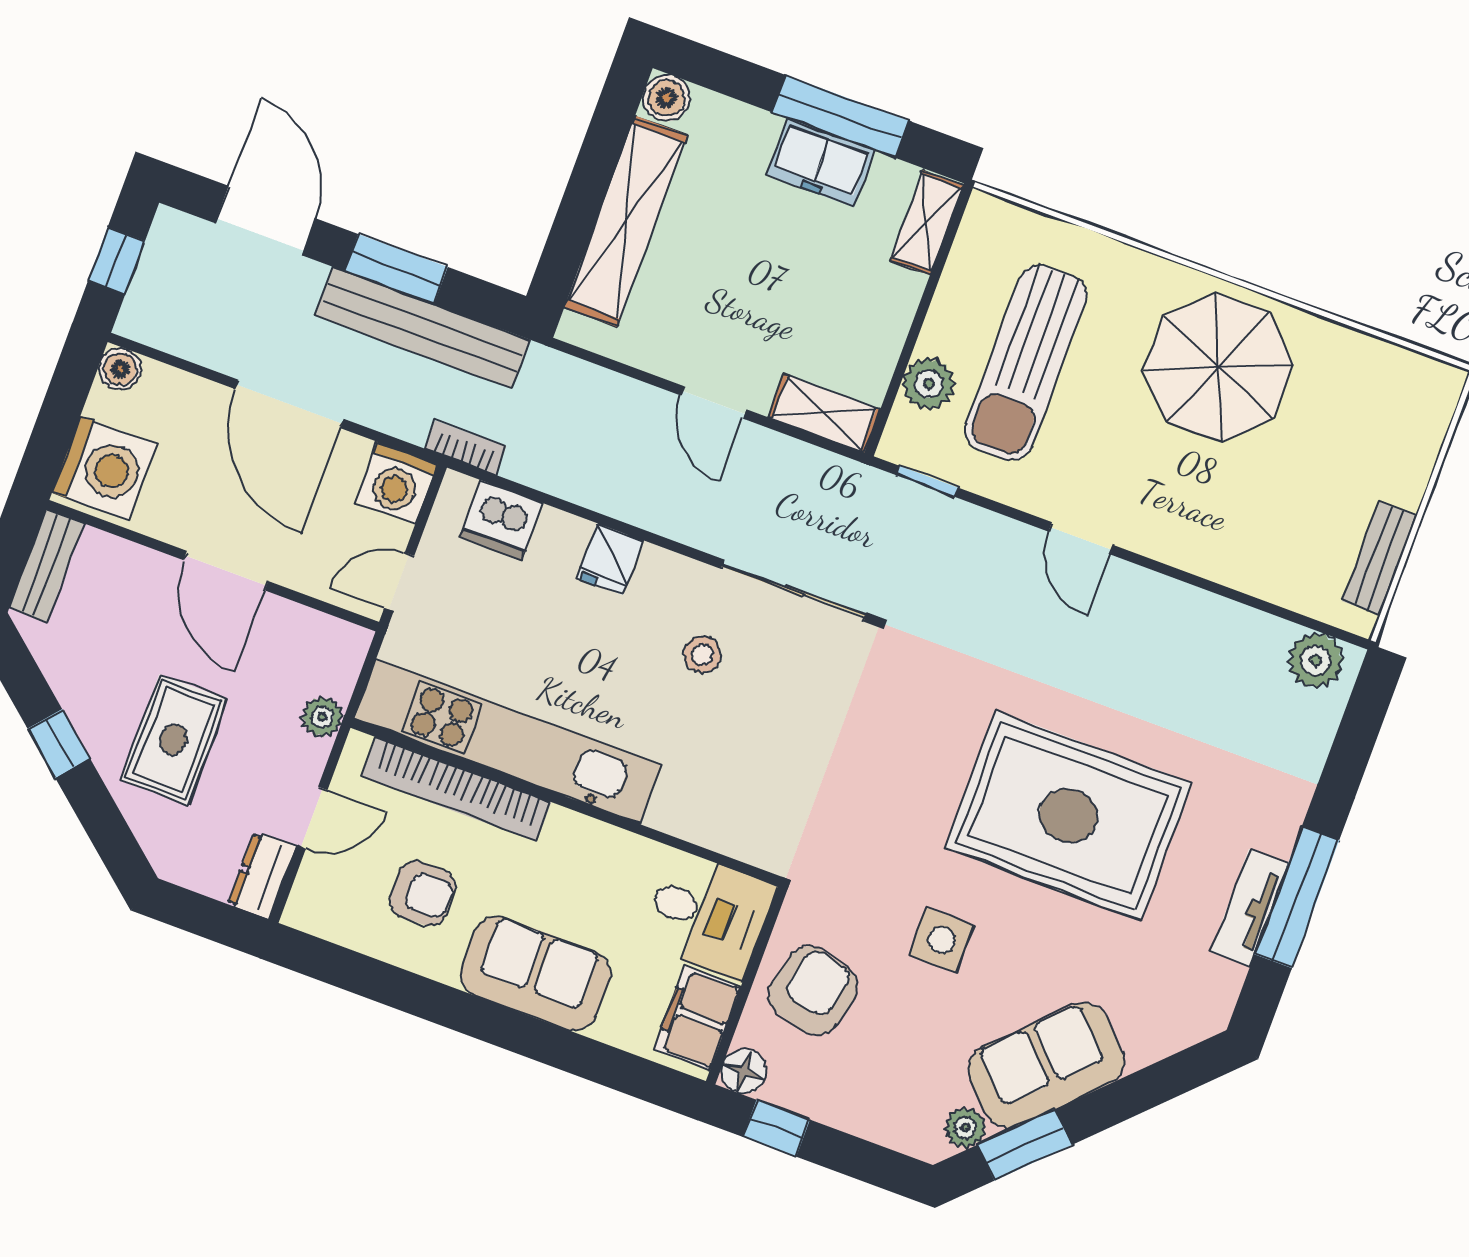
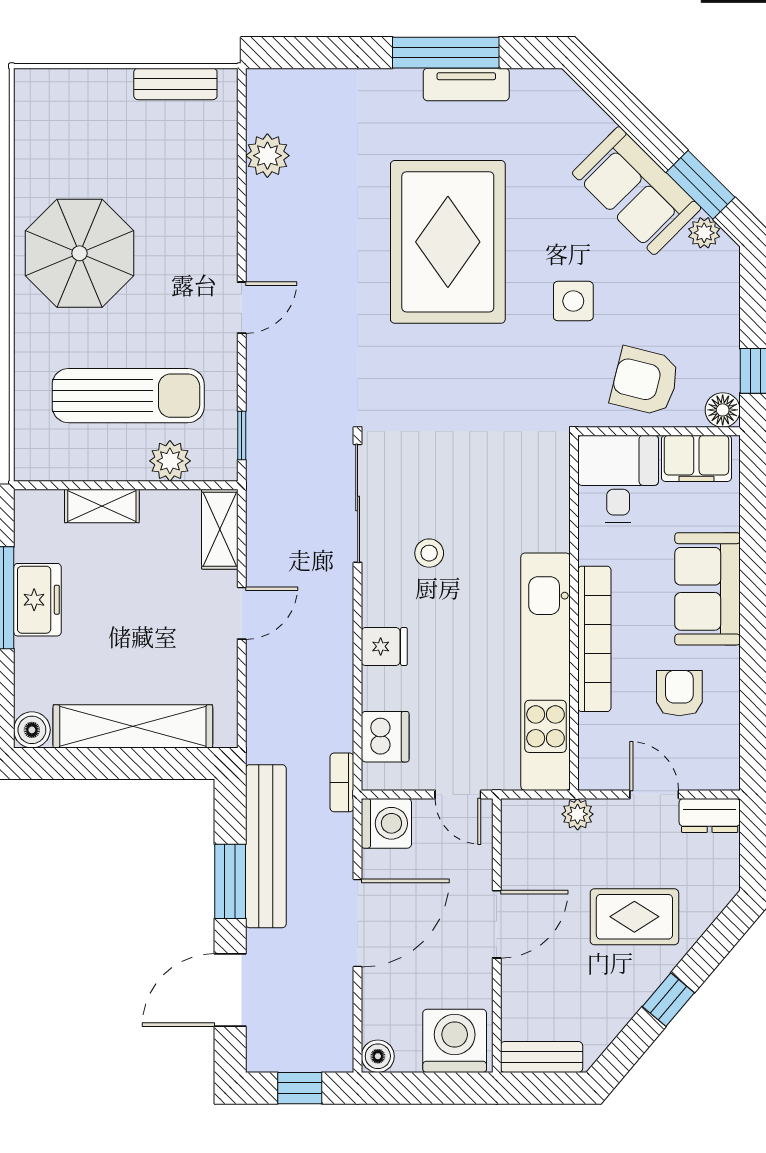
shelving: (927, 223) -> (102, 506), moved
plant: (1316, 660) -> (267, 156), moved
bookcase: (456, 789) -> (594, 639), moved

